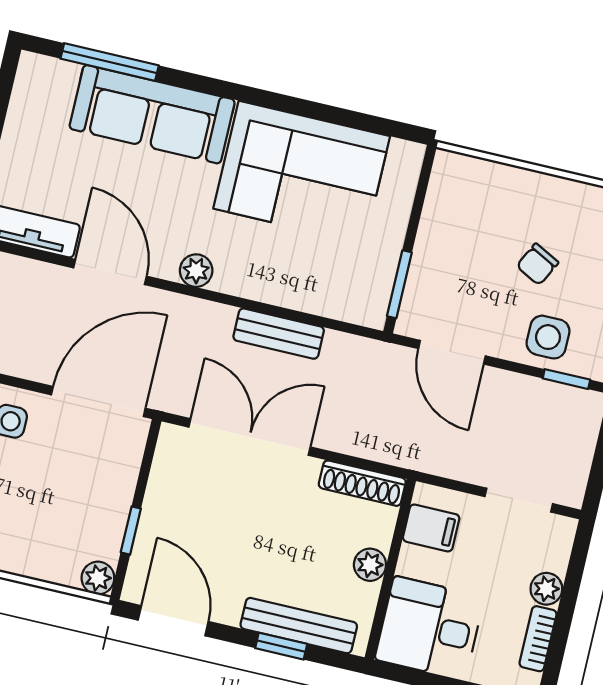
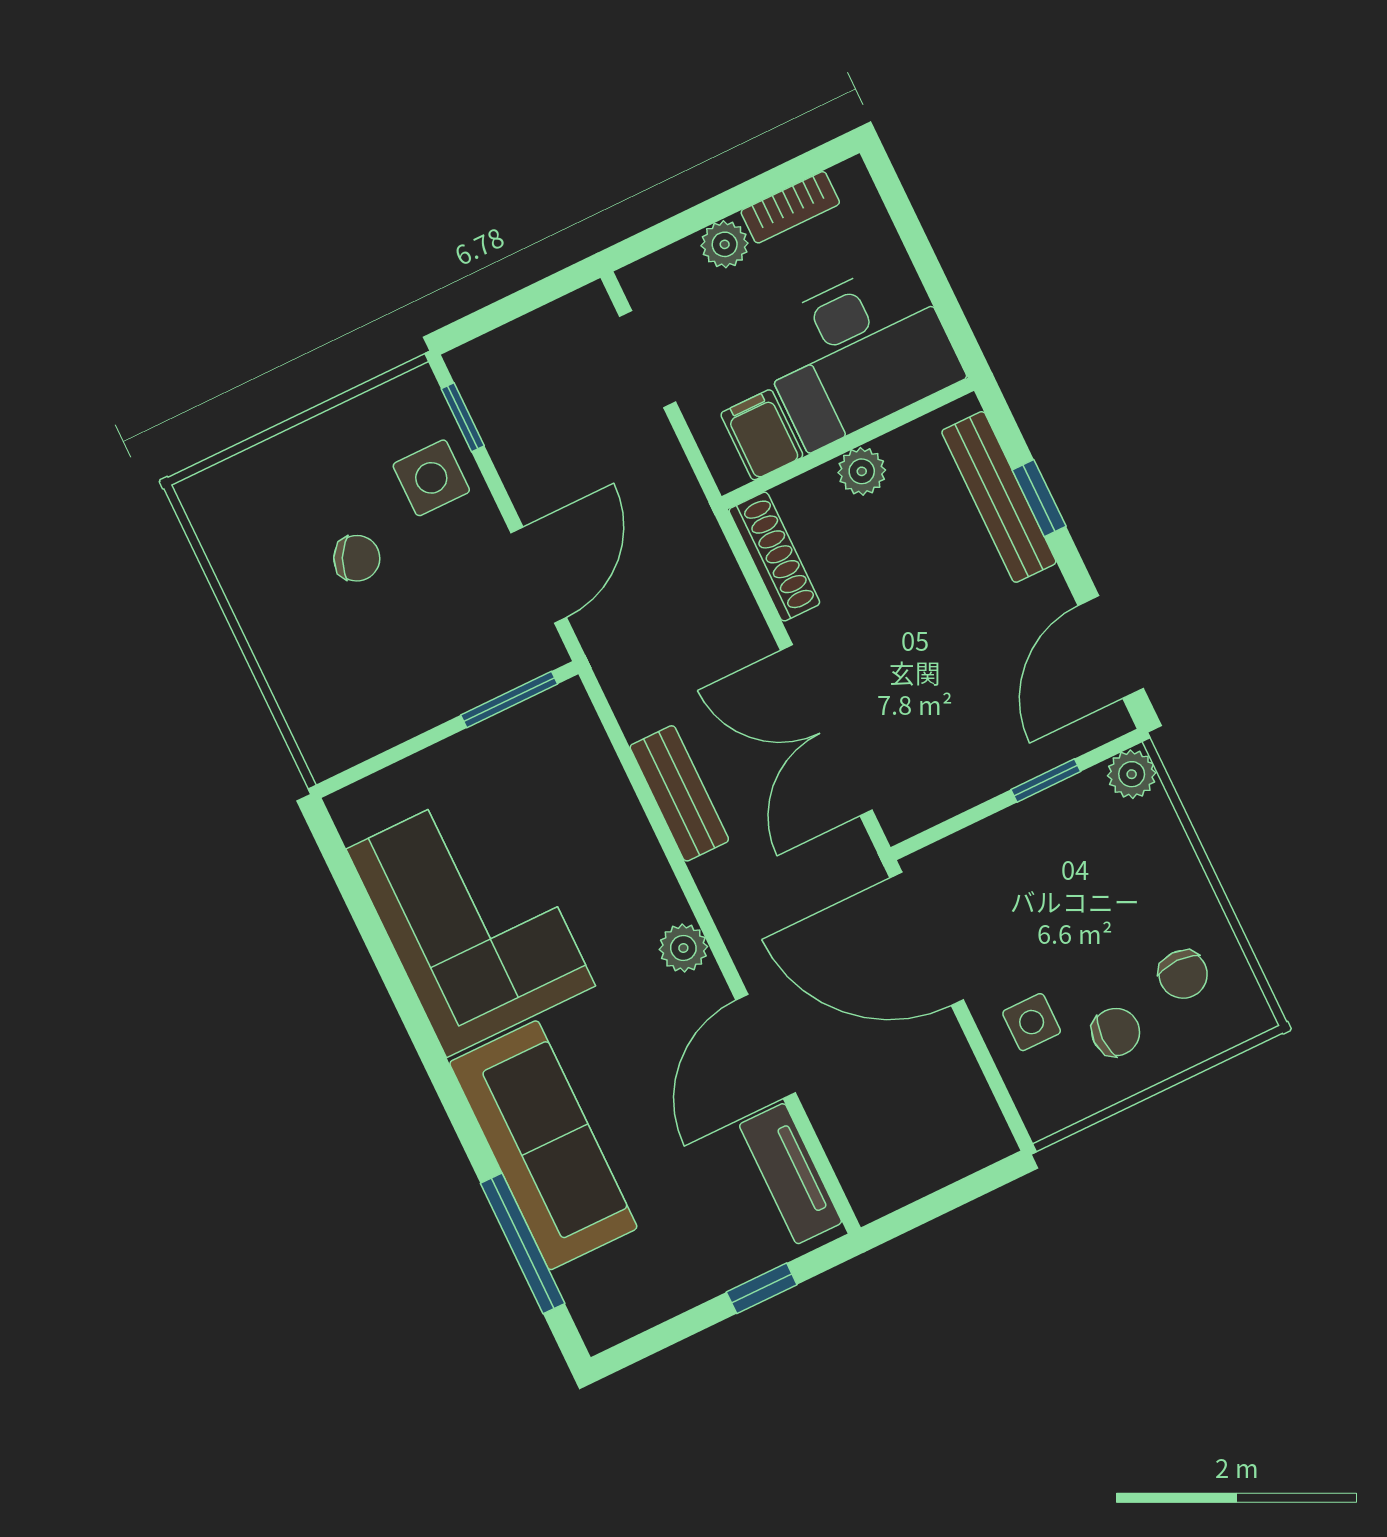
desk: (430, 628) -> (858, 353), width x1.37

